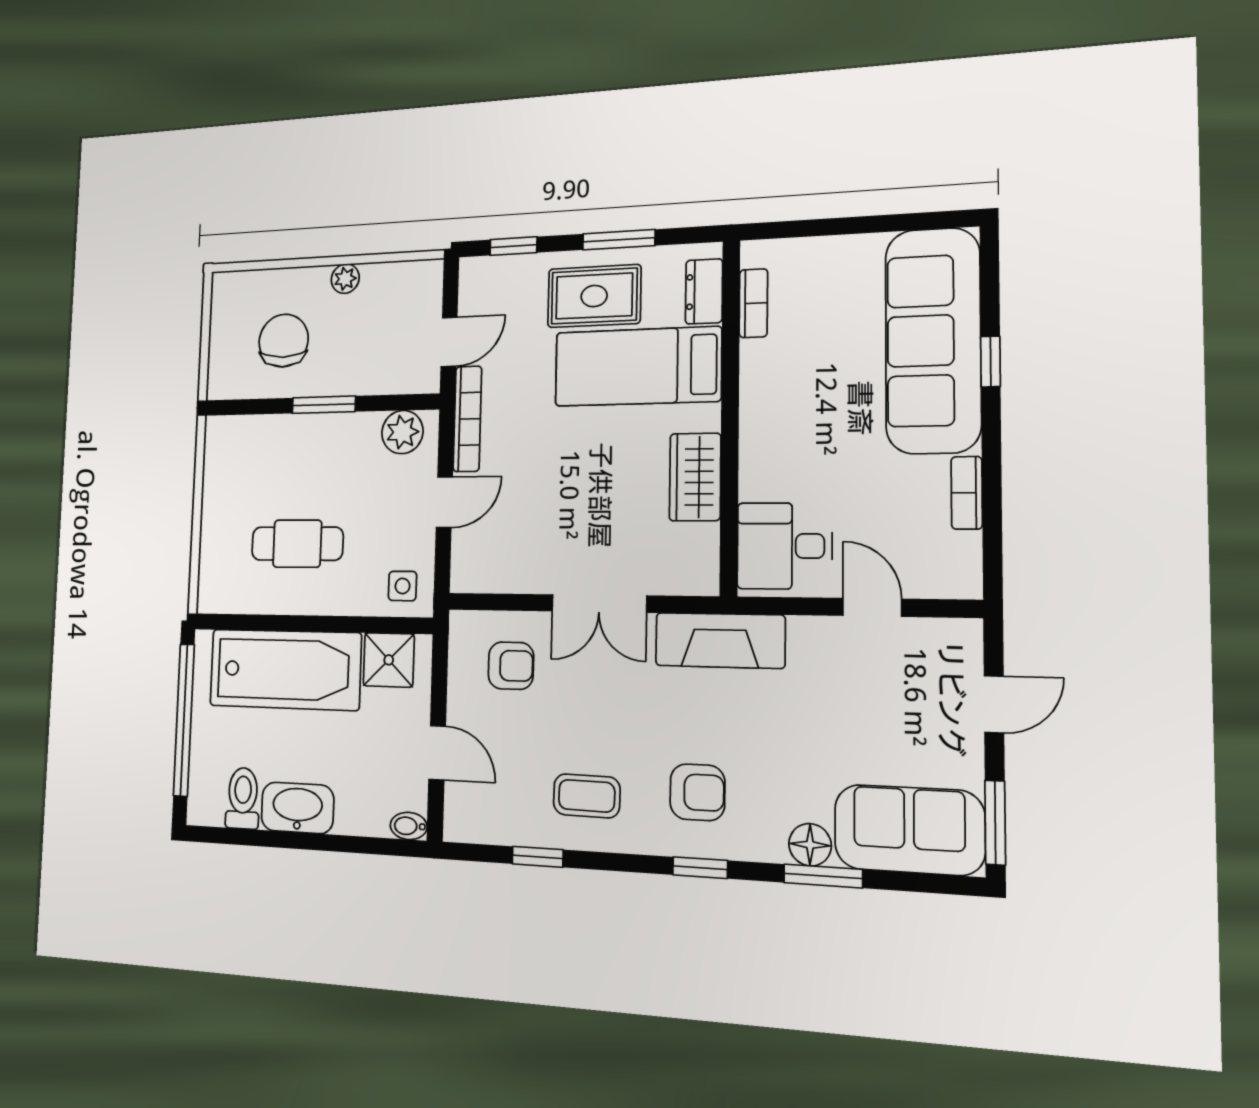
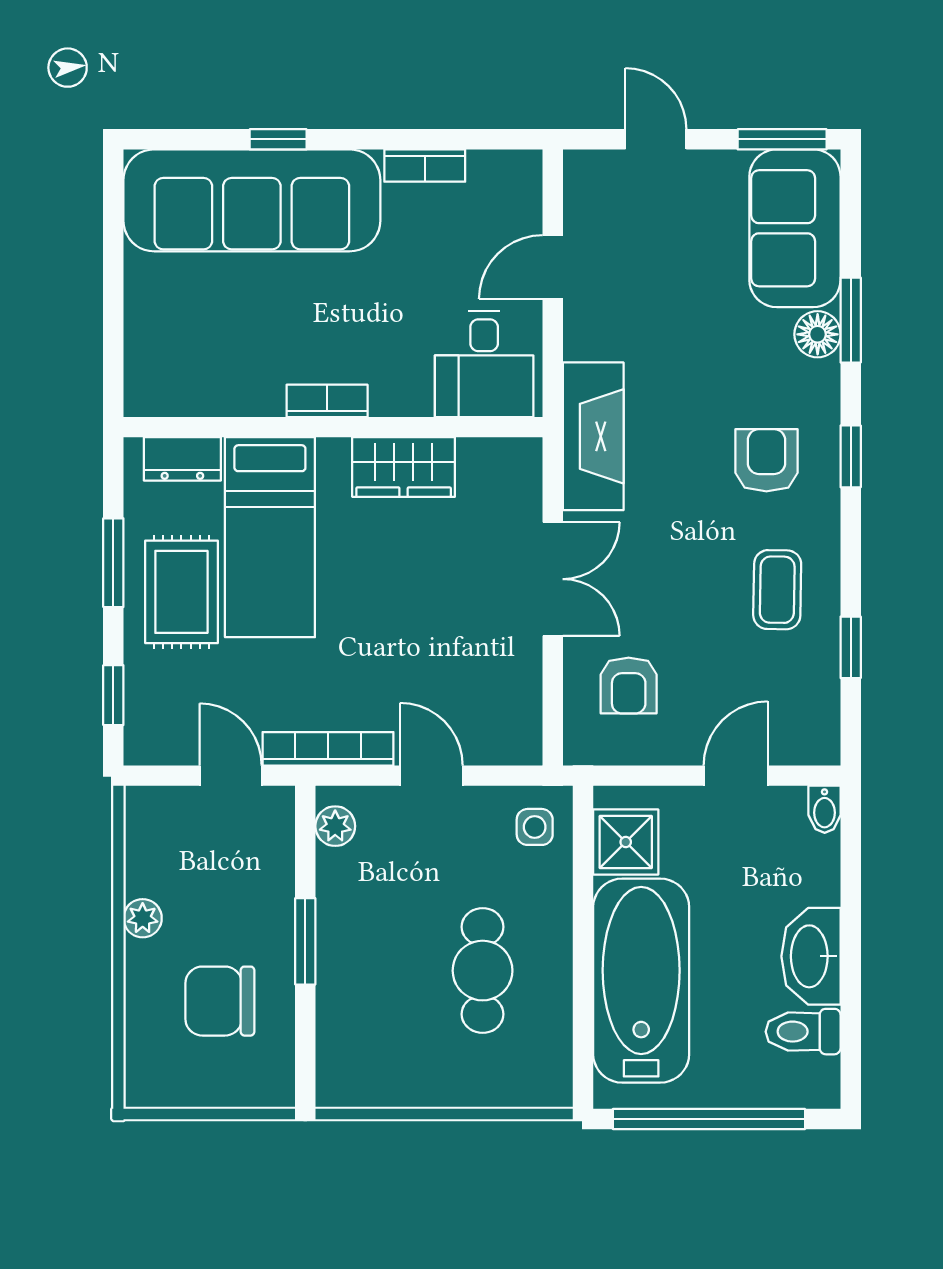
bookcase: (753, 303) -> (327, 401), moved
plant: (402, 432) -> (335, 826), width x0.73, depth x0.73
armchair: (511, 666) -> (629, 686), turned 180

